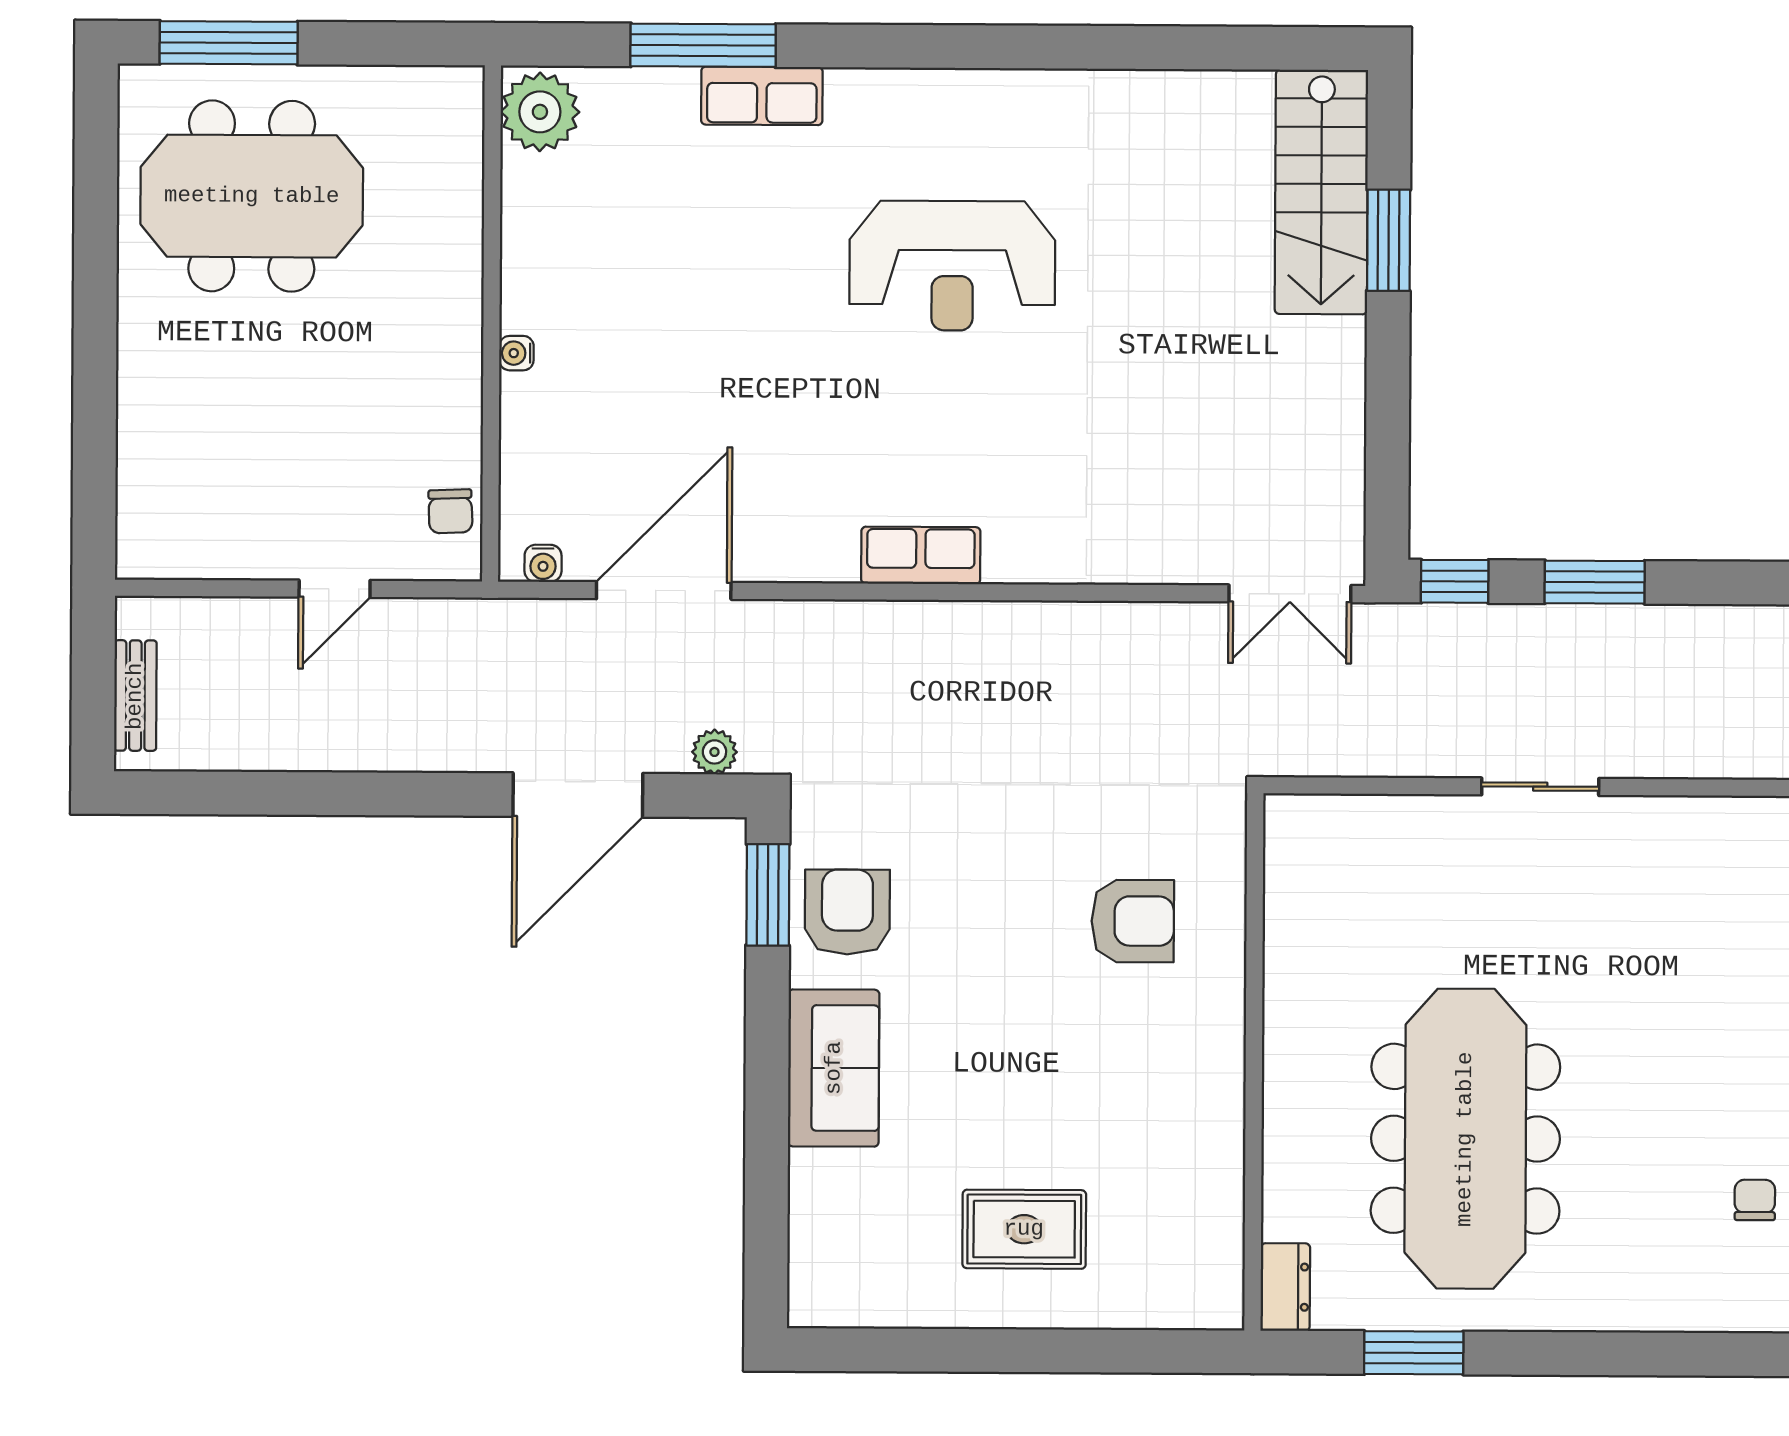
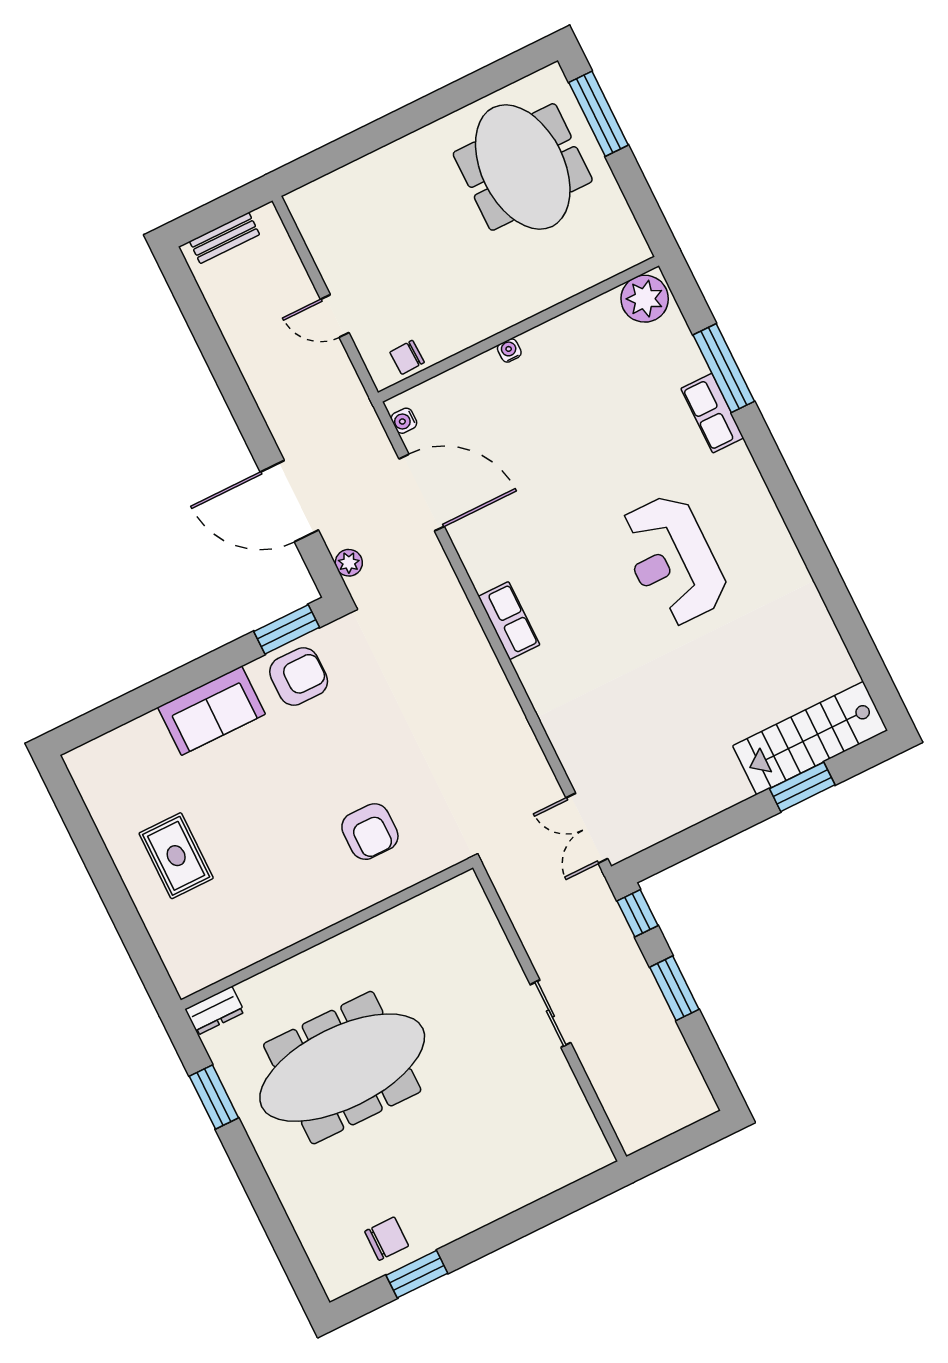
chair: (1755, 1200) -> (387, 1239), width x1.37, depth x1.37

